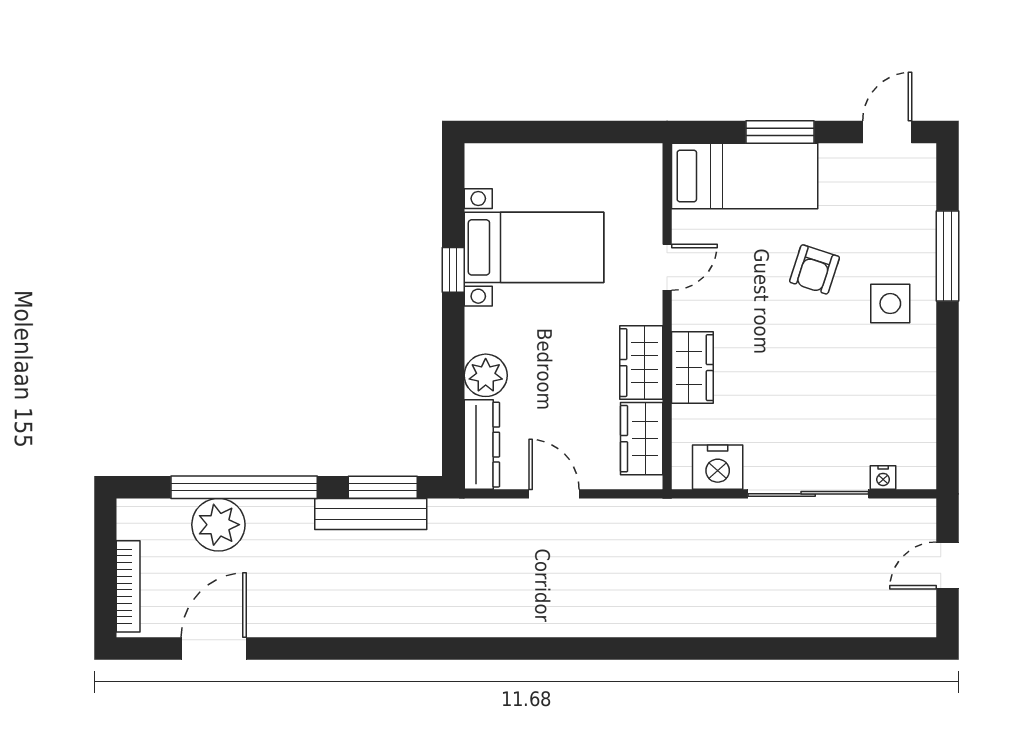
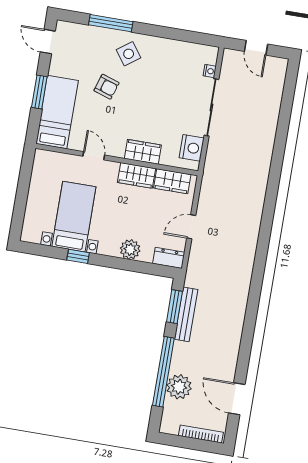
side table: (890, 304) -> (129, 54), turned -36
dresser: (482, 445) -> (169, 258), width x0.70

